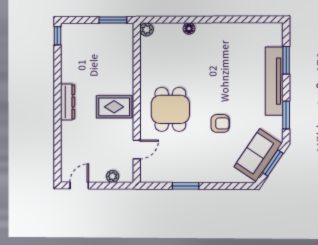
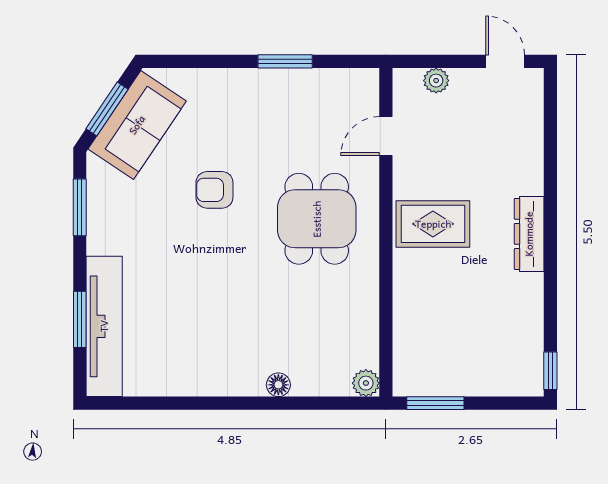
tv unit: (274, 81) -> (104, 326), moved
door: (79, 185) -> (505, 61), swing flipped

